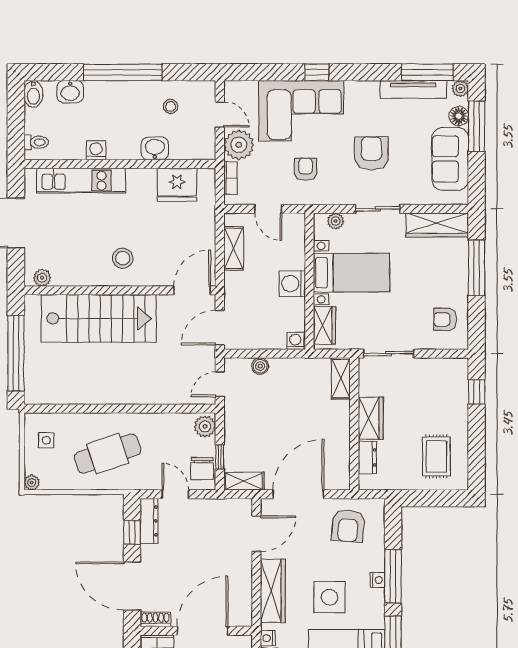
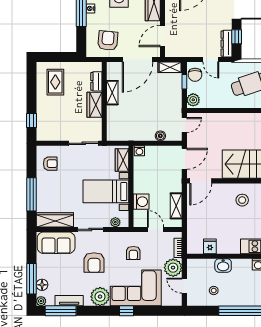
tv unit: (413, 89) -> (69, 301), width x0.71
plant: (361, 96) -> (100, 297), added
sofa: (450, 159) -> (56, 243), moved, turned 90
fridge: (177, 185) -> (210, 246), width x0.53, depth x0.75
washing machine: (292, 284) -> (141, 202), moved
shelving: (341, 378) -> (112, 93), moved
chair: (202, 469) -> (195, 75), turned 180

